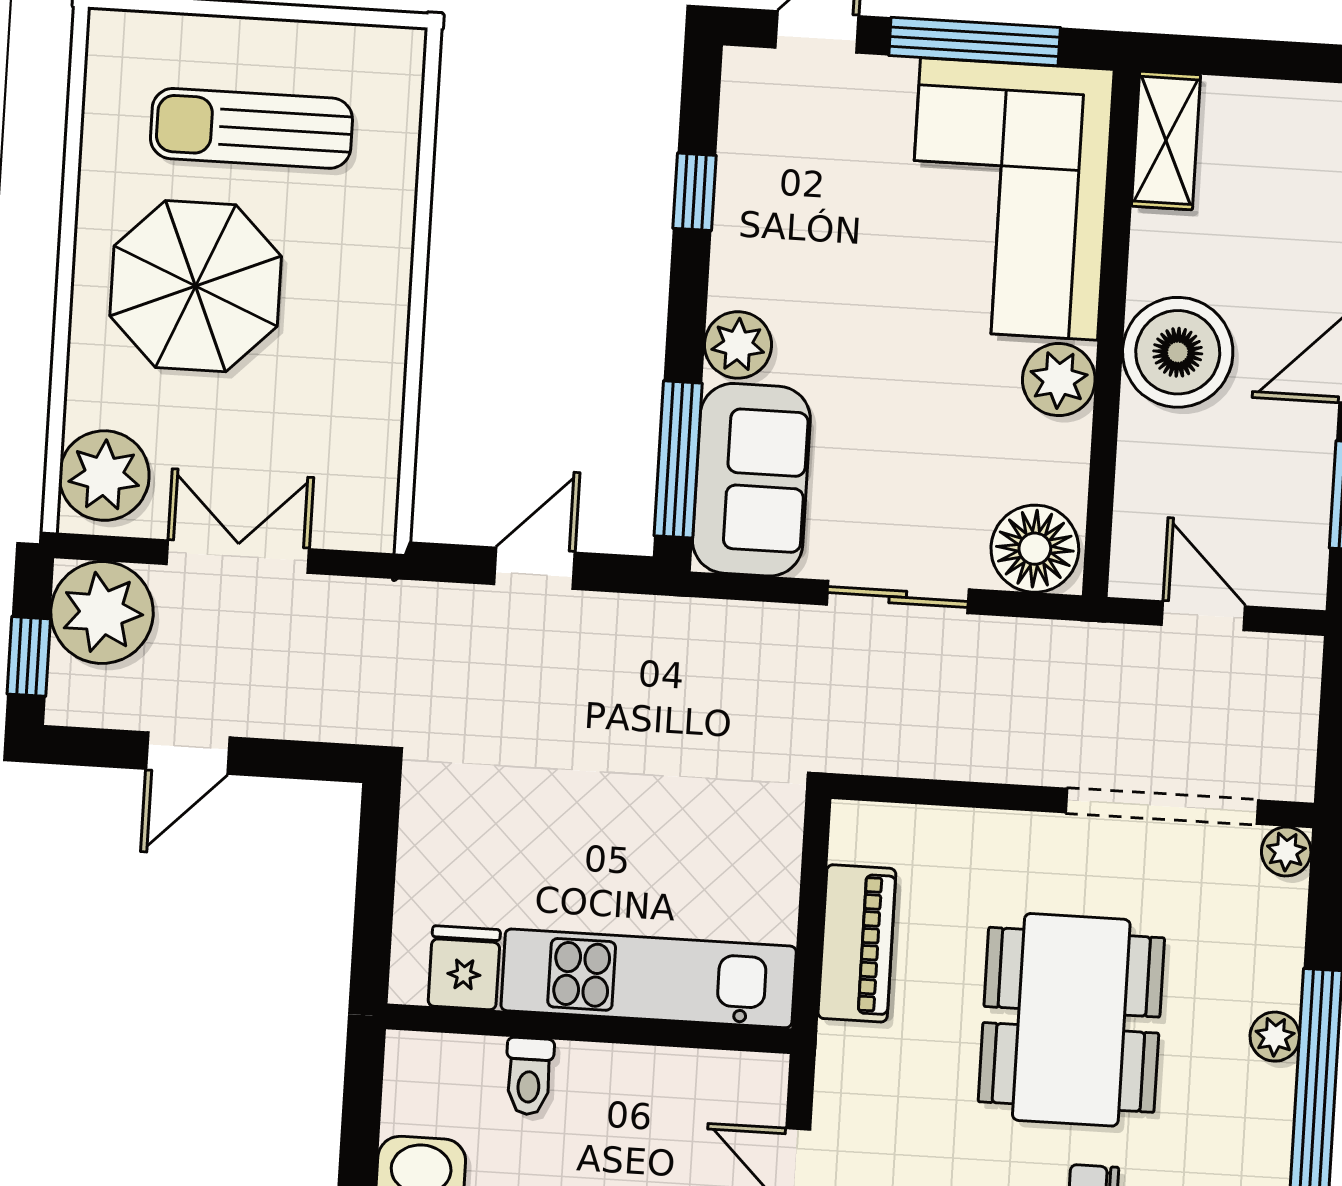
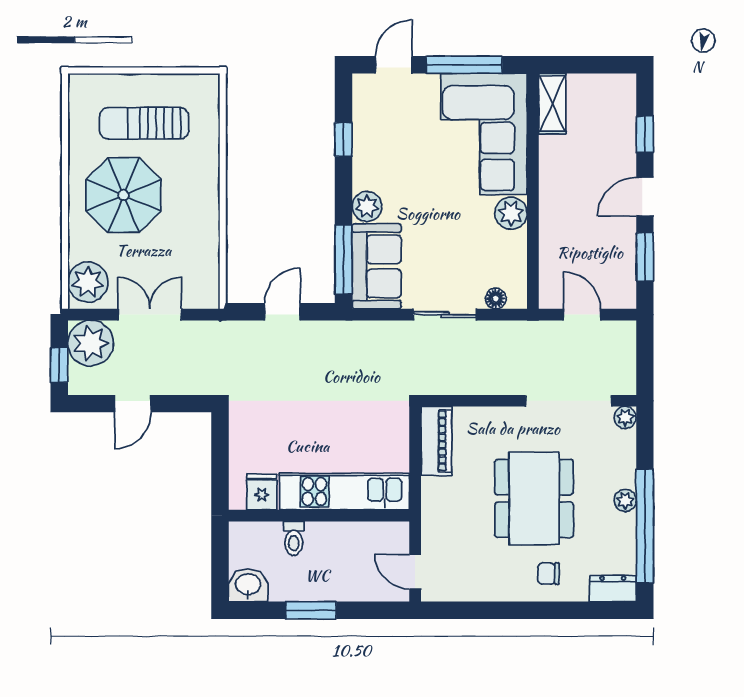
boiler: (1178, 352) -> (563, 198), removed
floor lamp: (1035, 549) -> (496, 299), width x0.53, depth x0.53
piano: (857, 943) -> (436, 441), moved

